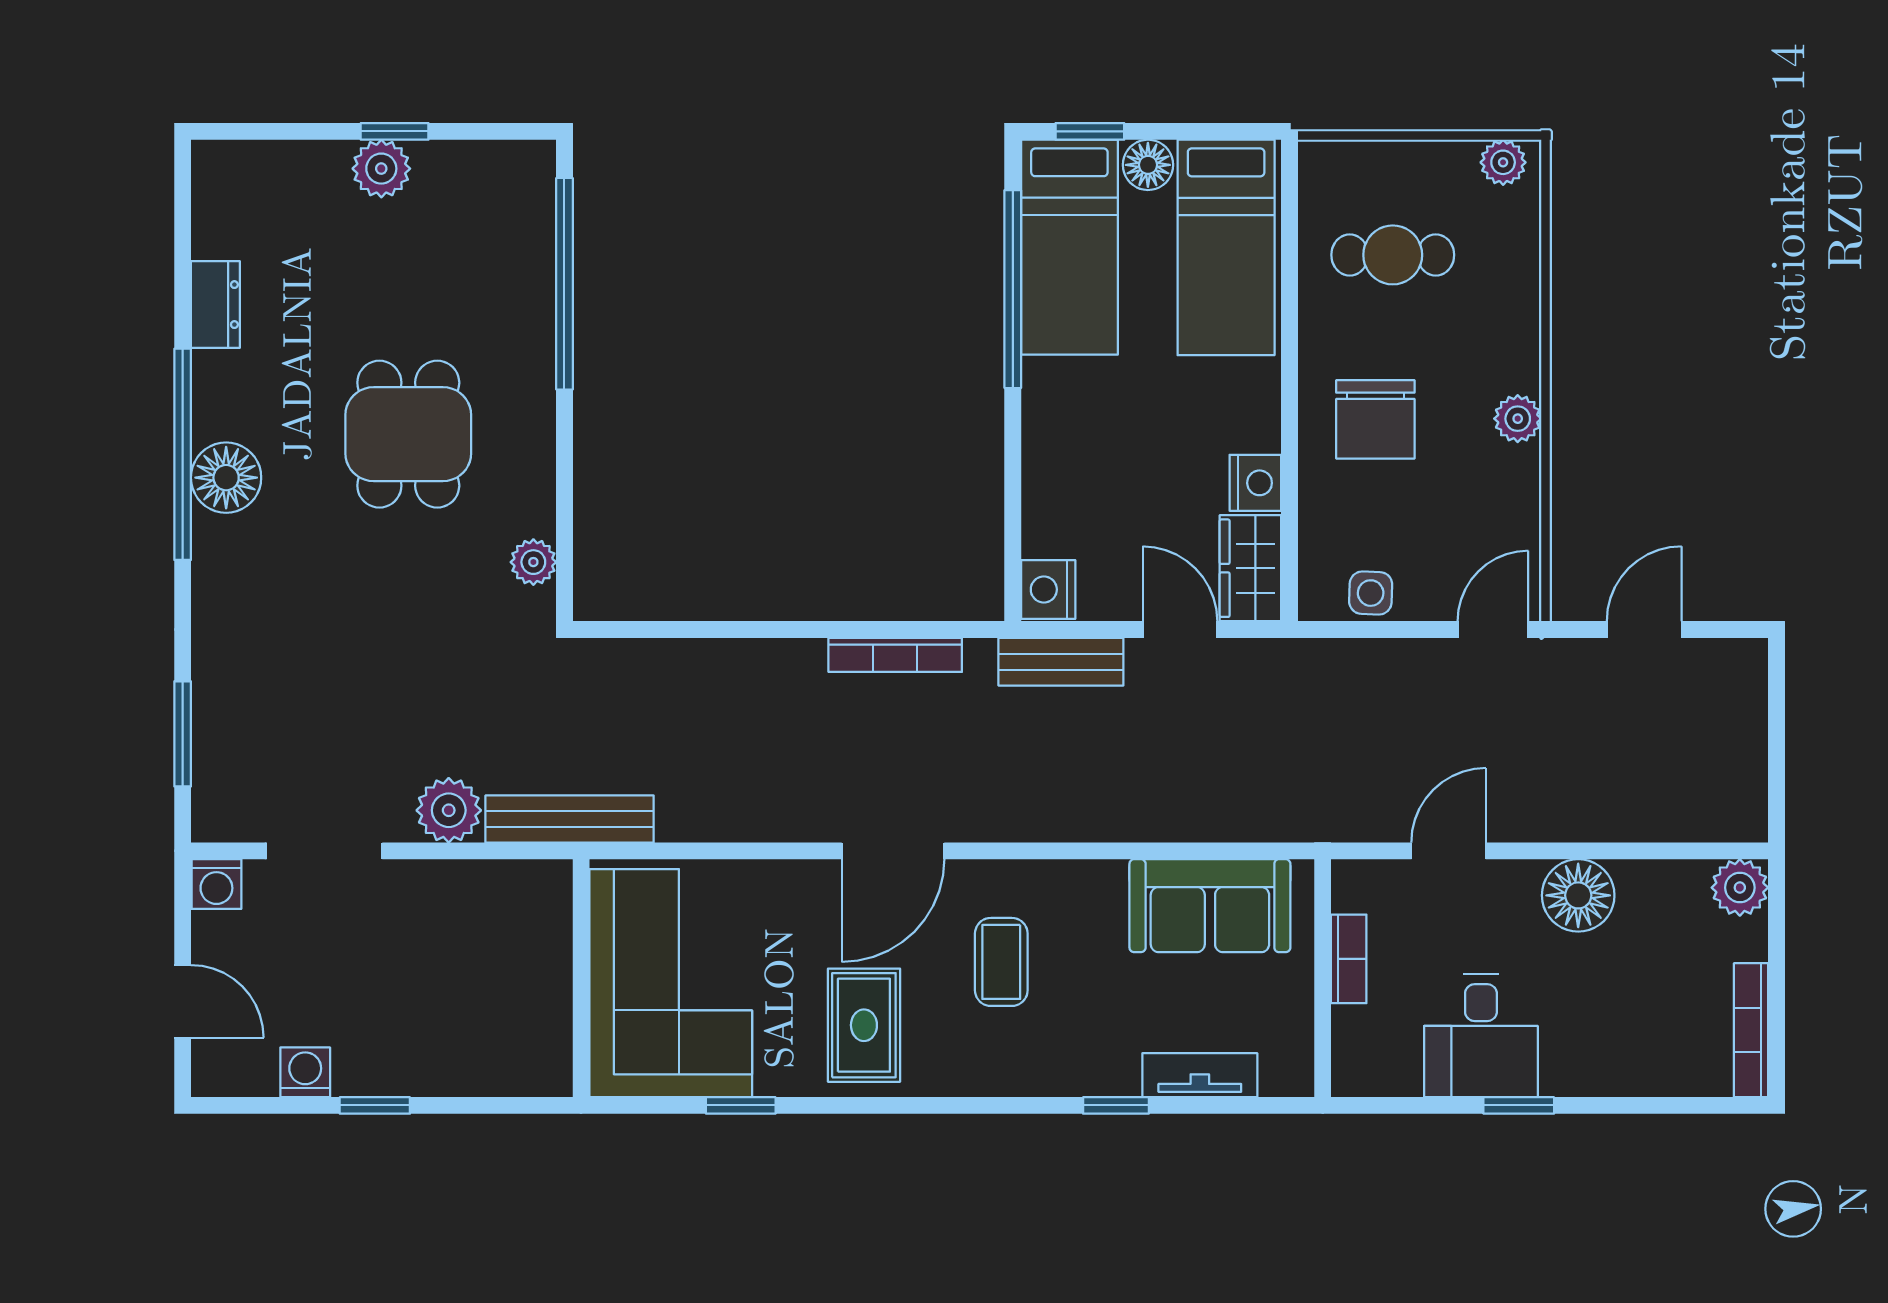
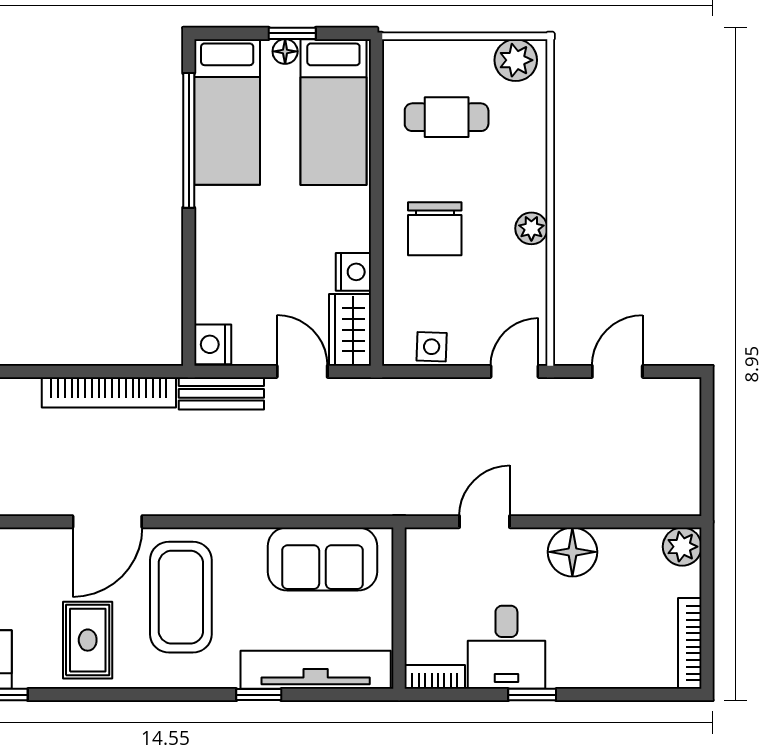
window: (1090, 131) -> (292, 33), moved
plant: (1503, 162) -> (516, 60), width x1.38, depth x1.38
floor lamp: (1148, 165) -> (285, 51), width x0.73, depth x0.73
bookcase: (895, 655) -> (109, 392), width x1.48, depth x1.31
bookcase: (1349, 959) -> (435, 677), moved, turned -90
coffee table: (1001, 962) -> (181, 597), width x1.86, depth x1.72
tv unit: (1200, 1075) -> (316, 670), width x1.92, depth x1.29

